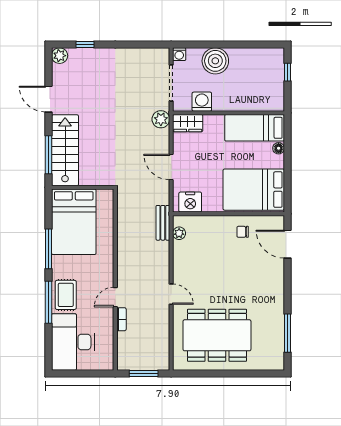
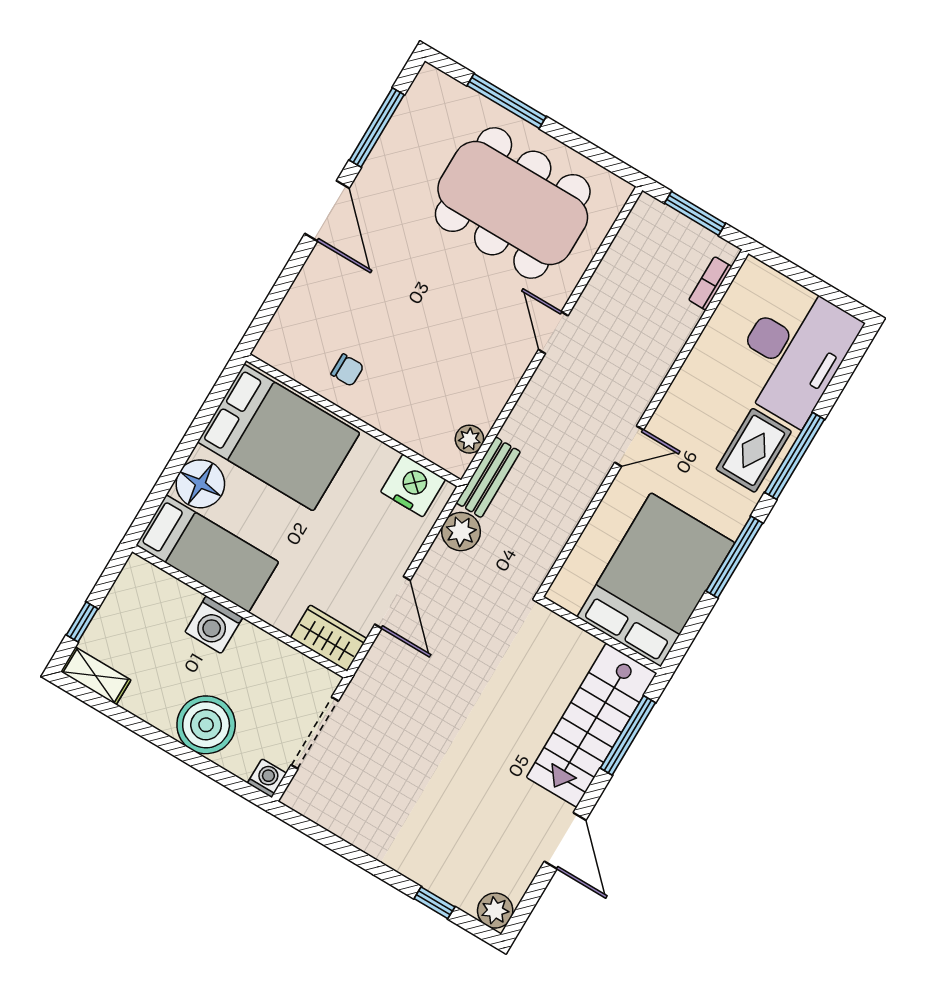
shelving: (270, 54) -> (96, 676), added
washing machine: (202, 102) -> (214, 625), moved
plant: (161, 119) -> (461, 532), moved
floor lamp: (279, 148) -> (200, 484), width x1.89, depth x1.89
door: (171, 167) -> (393, 602), moved
door: (287, 244) -> (327, 211), moved
door: (115, 297) -> (629, 446), moved
bookcase: (121, 319) -> (710, 283), moved
window: (243, 374) -> (507, 101), added

